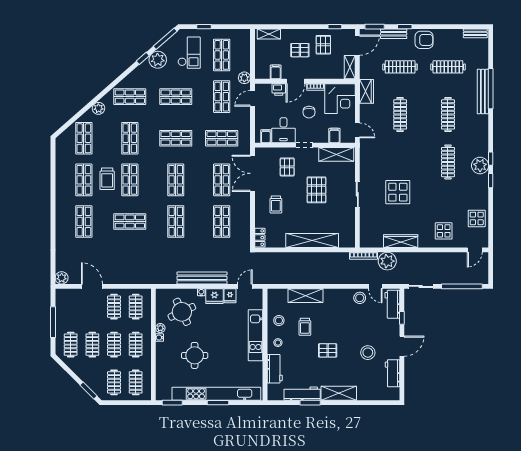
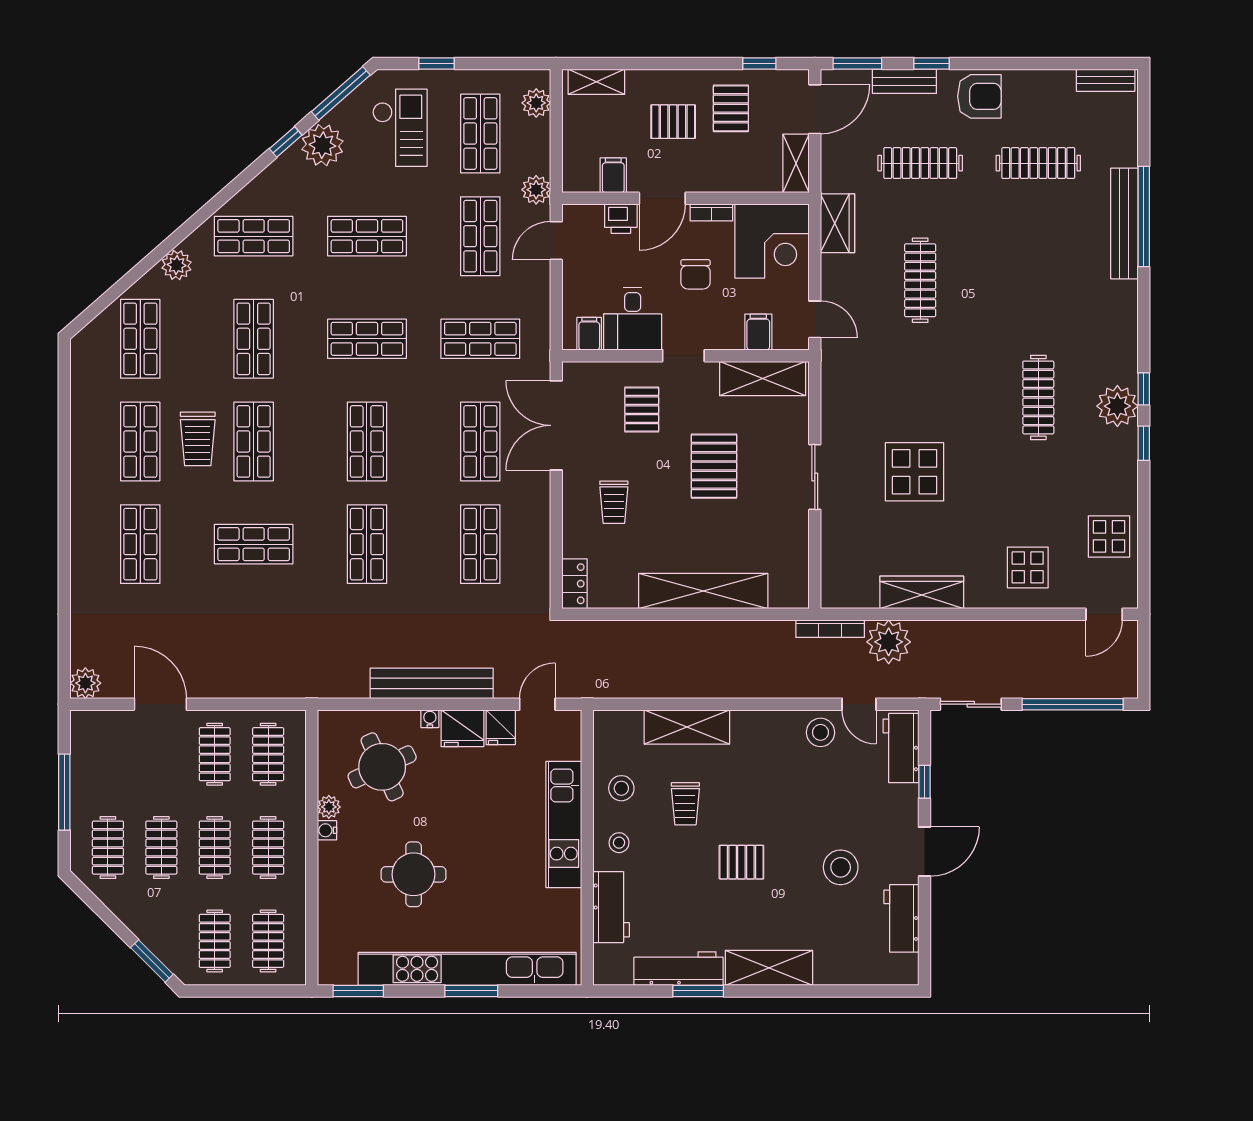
plant: (244, 43) -> (536, 103), added
clothes rail: (448, 114) -> (1038, 280), removed

